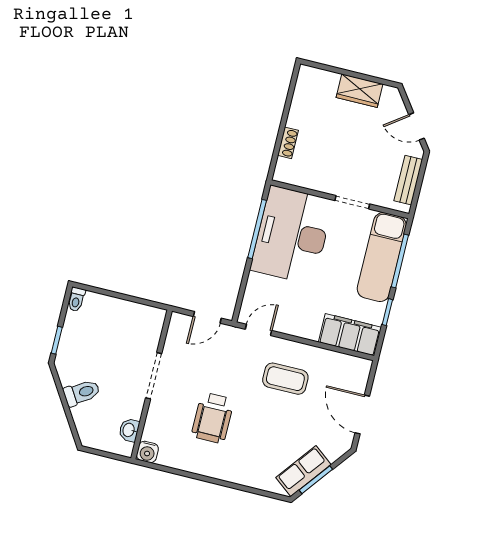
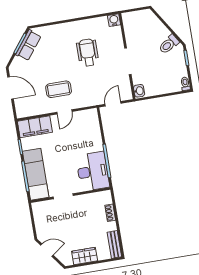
bench: (408, 180) -> (114, 244), moved
desk: (292, 235) -> (93, 171), width x0.73, depth x0.77
door: (259, 330) -> (64, 112), moved
toilet: (82, 393) -> (169, 44), moved
washbasin: (129, 430) -> (139, 91), moved

